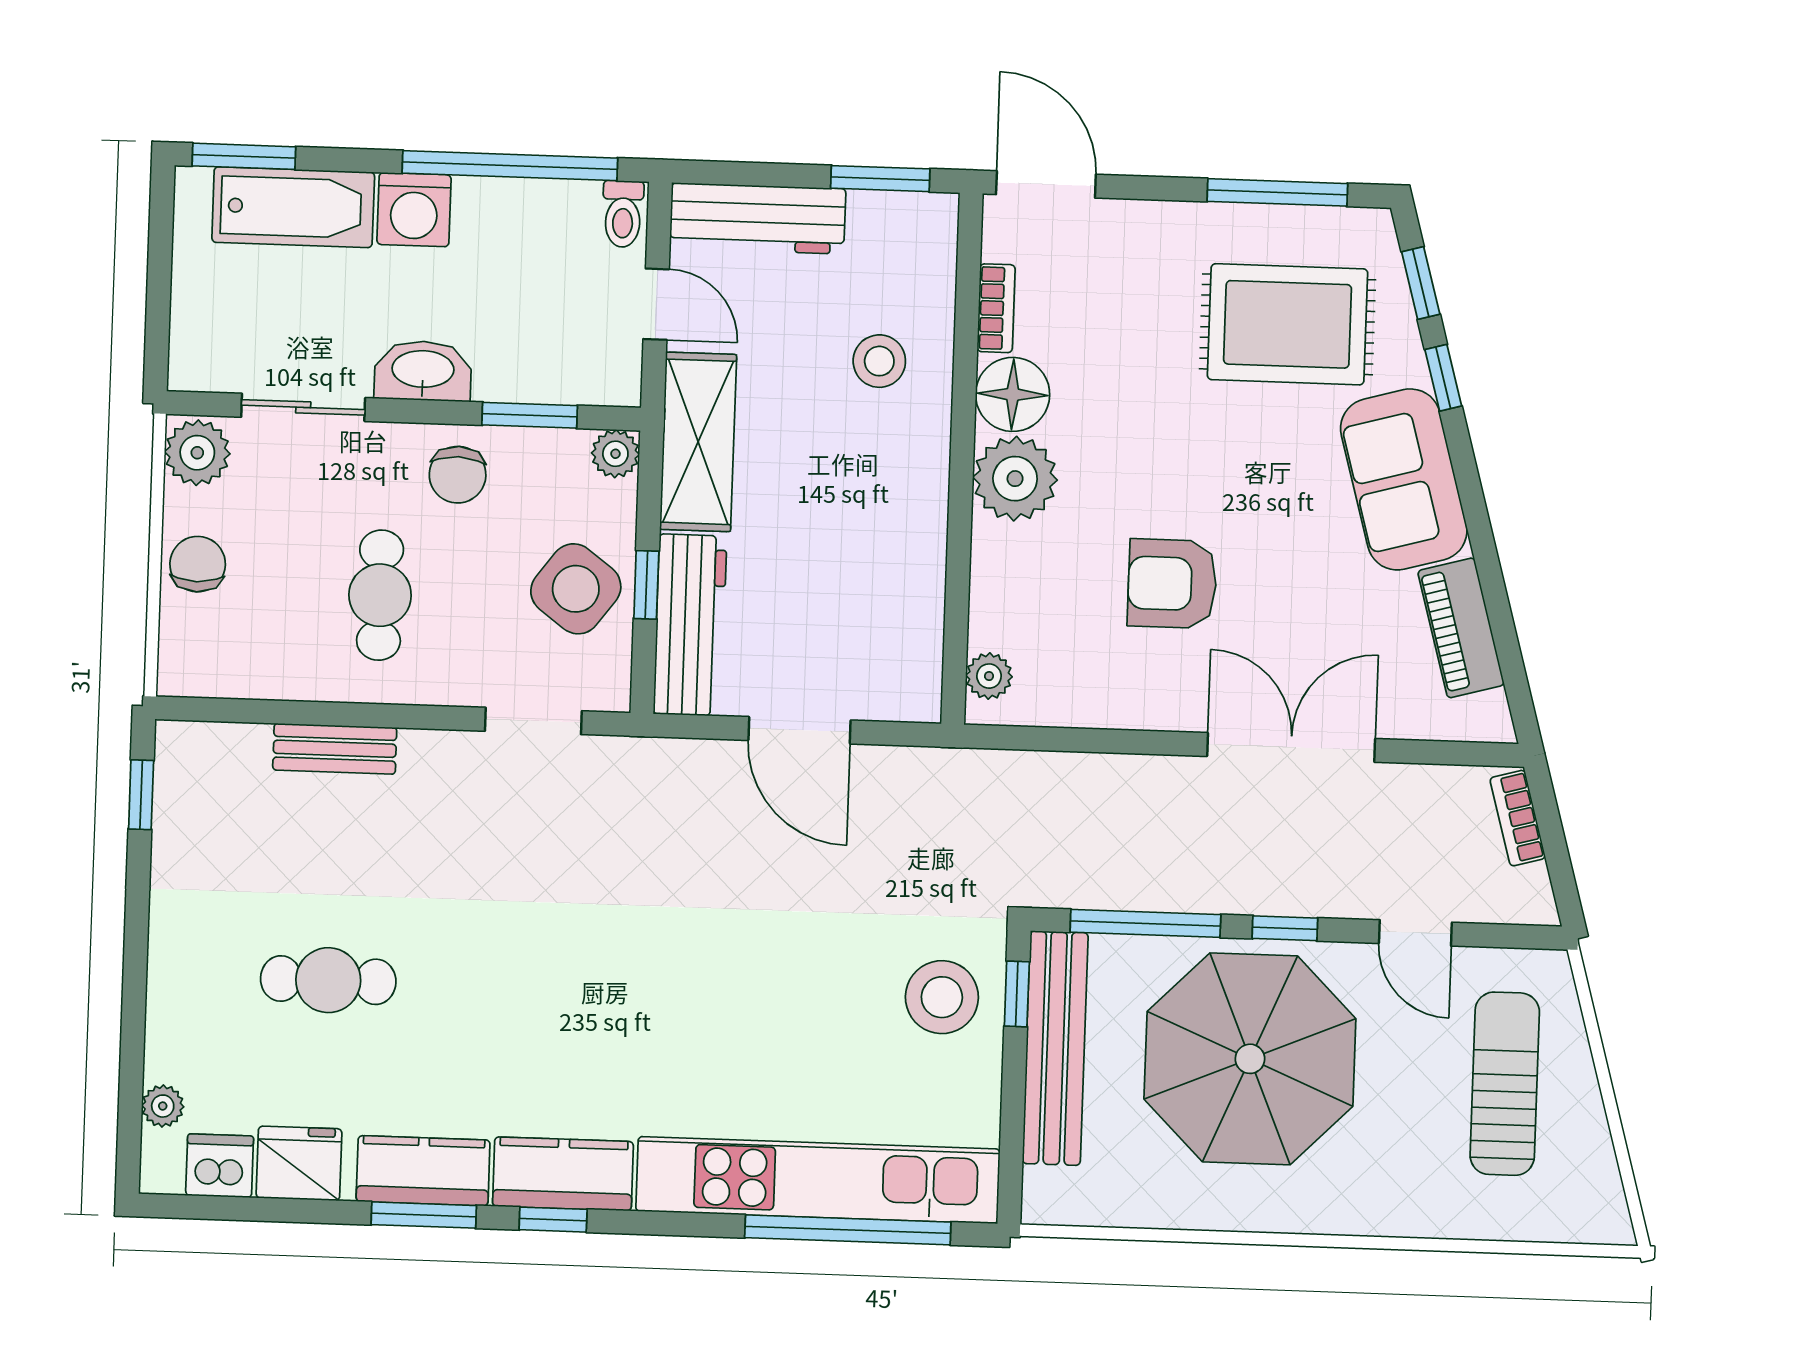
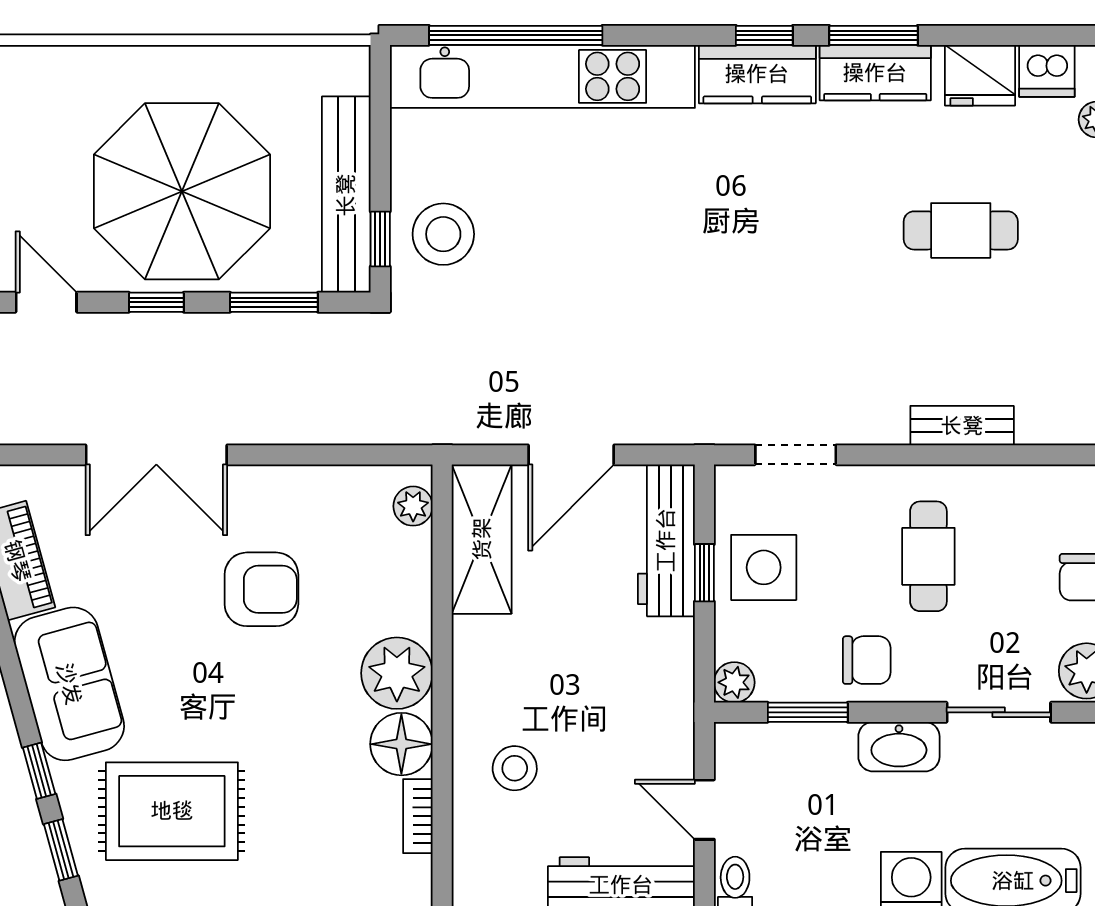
shelving: (698, 442) -> (482, 539), moved
chair: (458, 475) -> (867, 660), turned 89
side table: (576, 589) -> (764, 567), turned -37
door: (799, 730) -> (571, 455), swing flipped
window: (1145, 923) -> (274, 302), width x0.69

